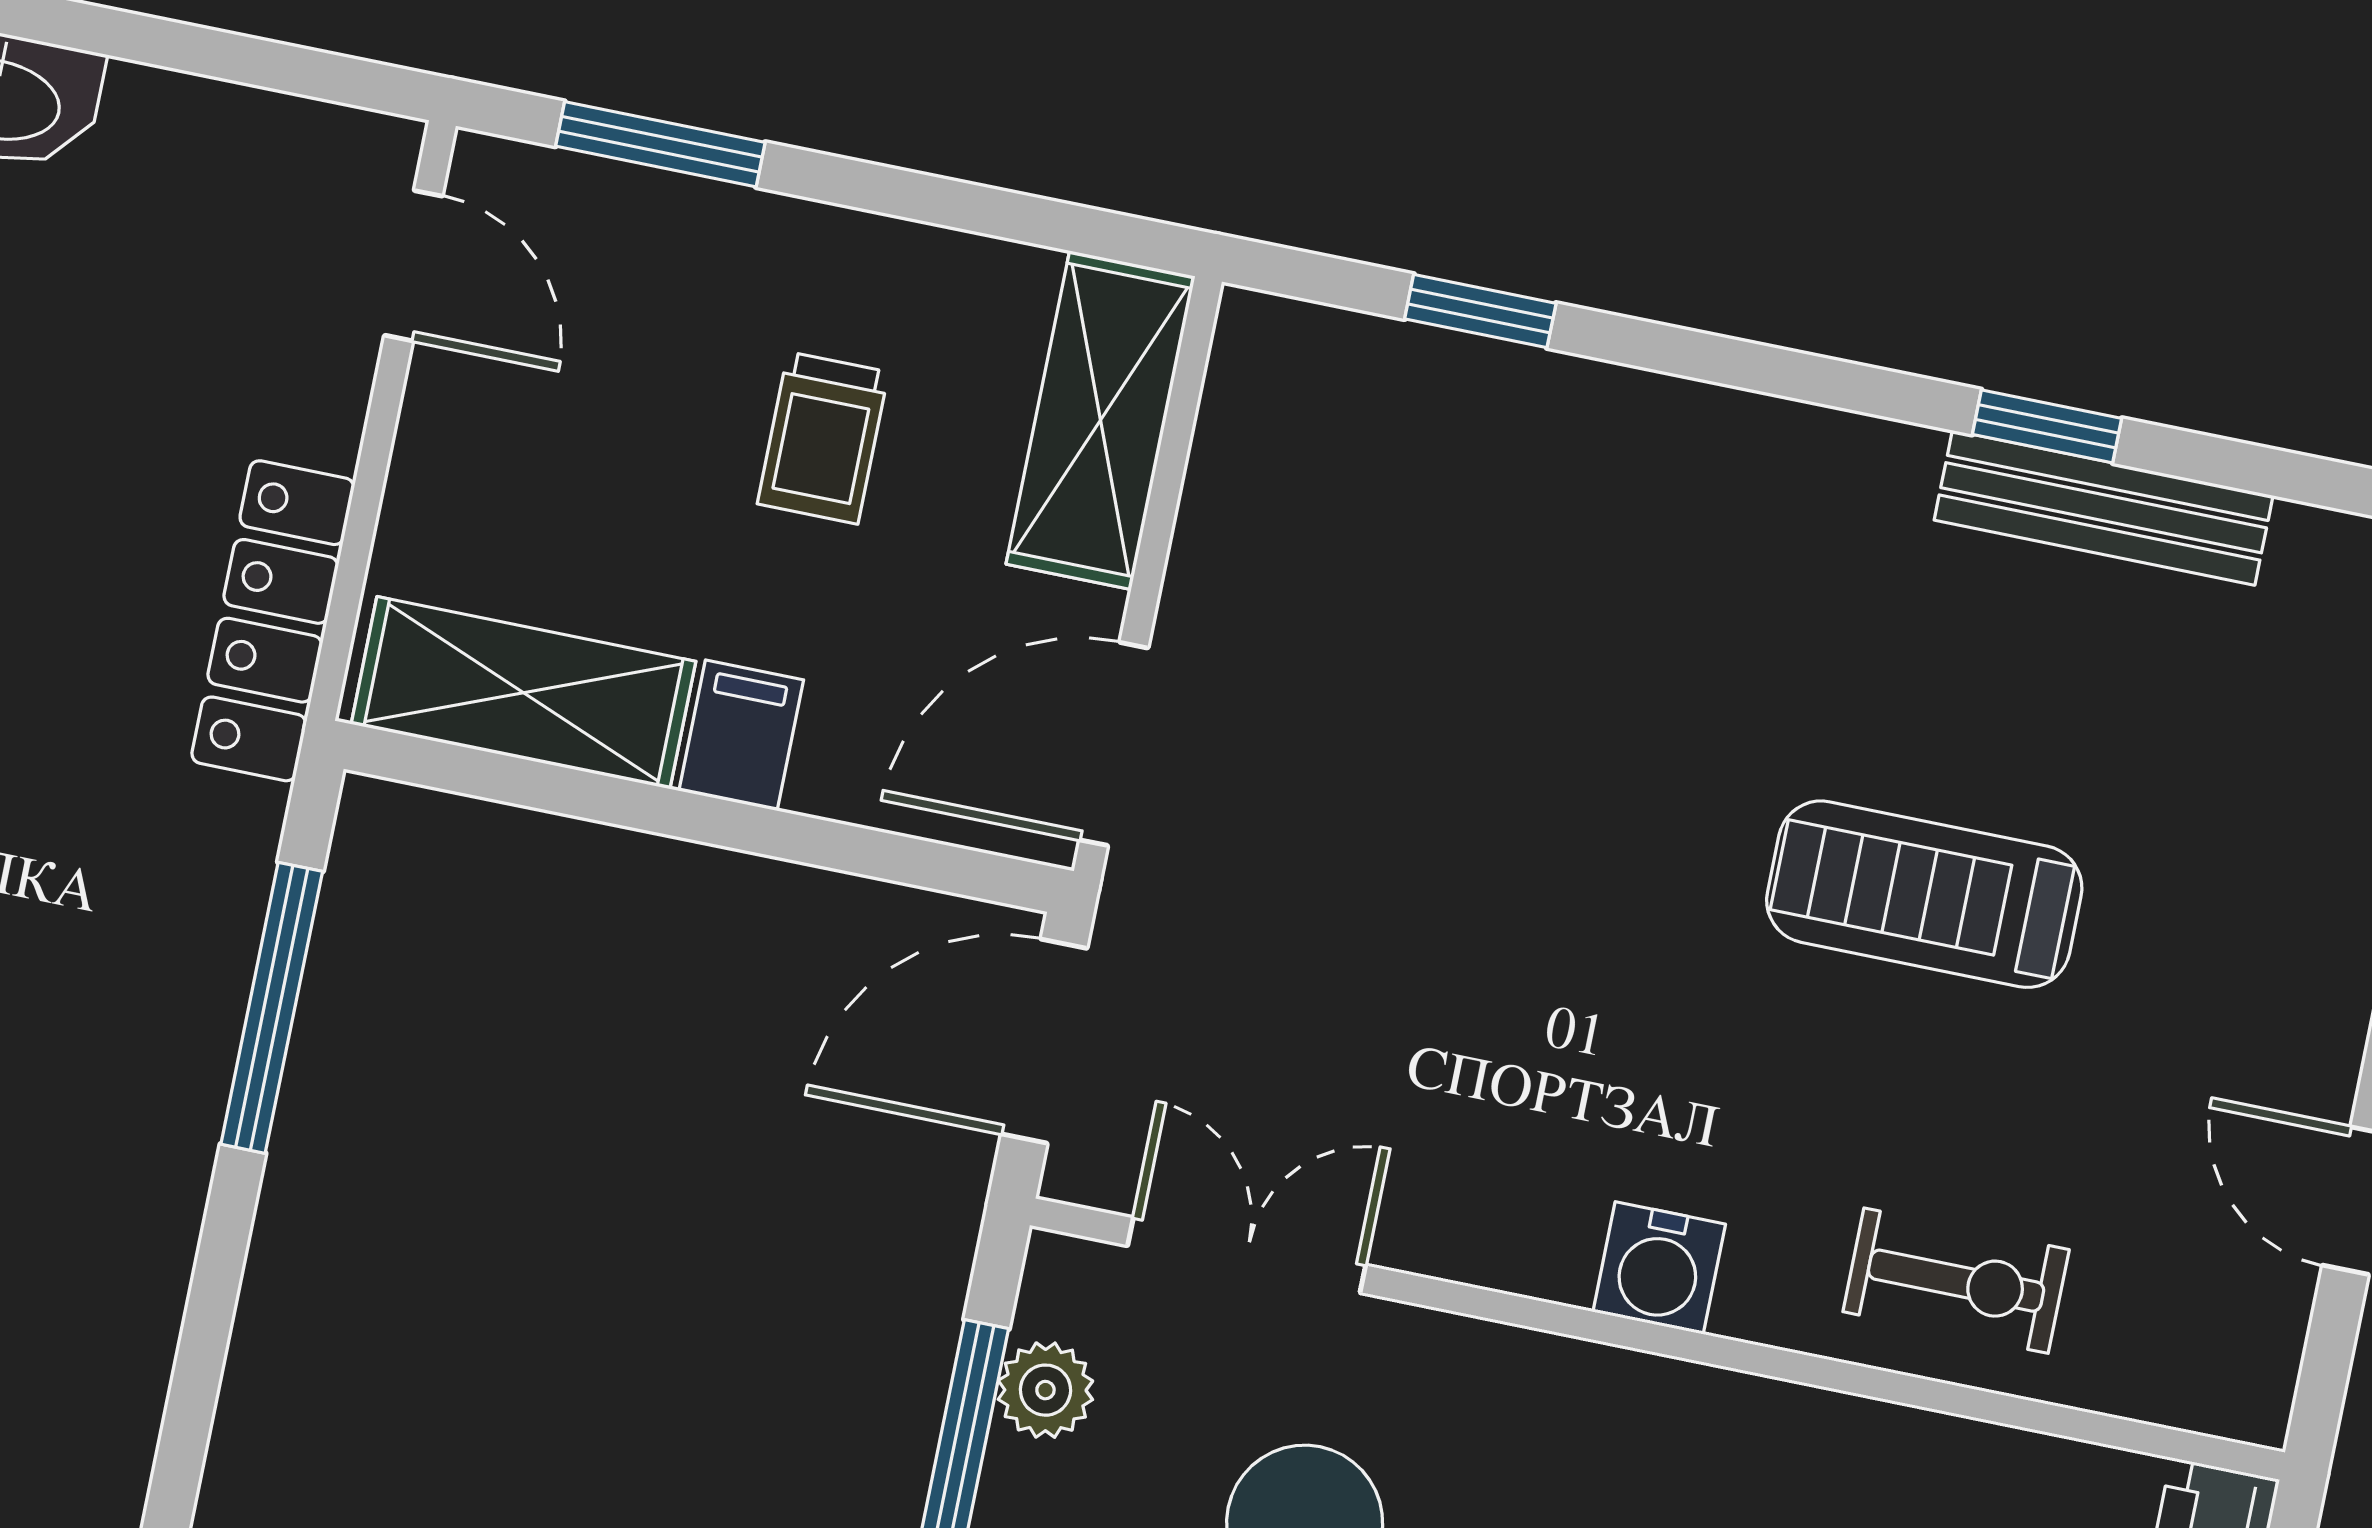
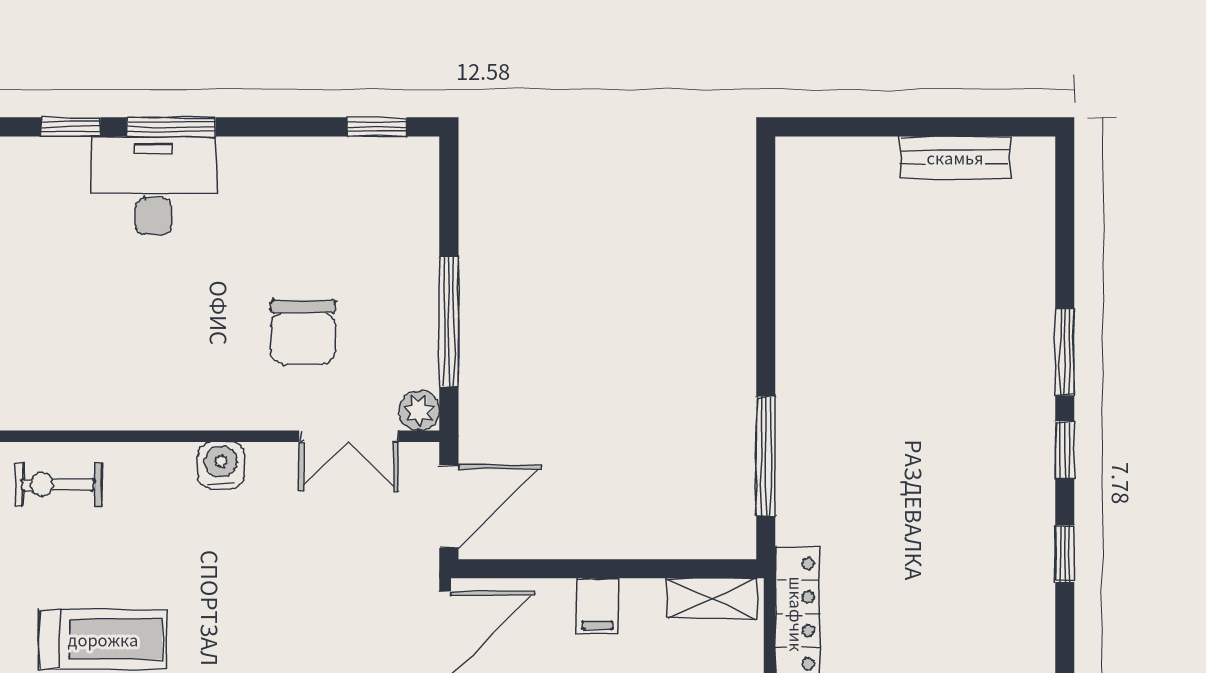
shelving: (523, 693) -> (712, 599), width x0.67, depth x0.75
water cooler: (1659, 1268) -> (221, 465), moved
plant: (1045, 1390) -> (419, 411), moved

